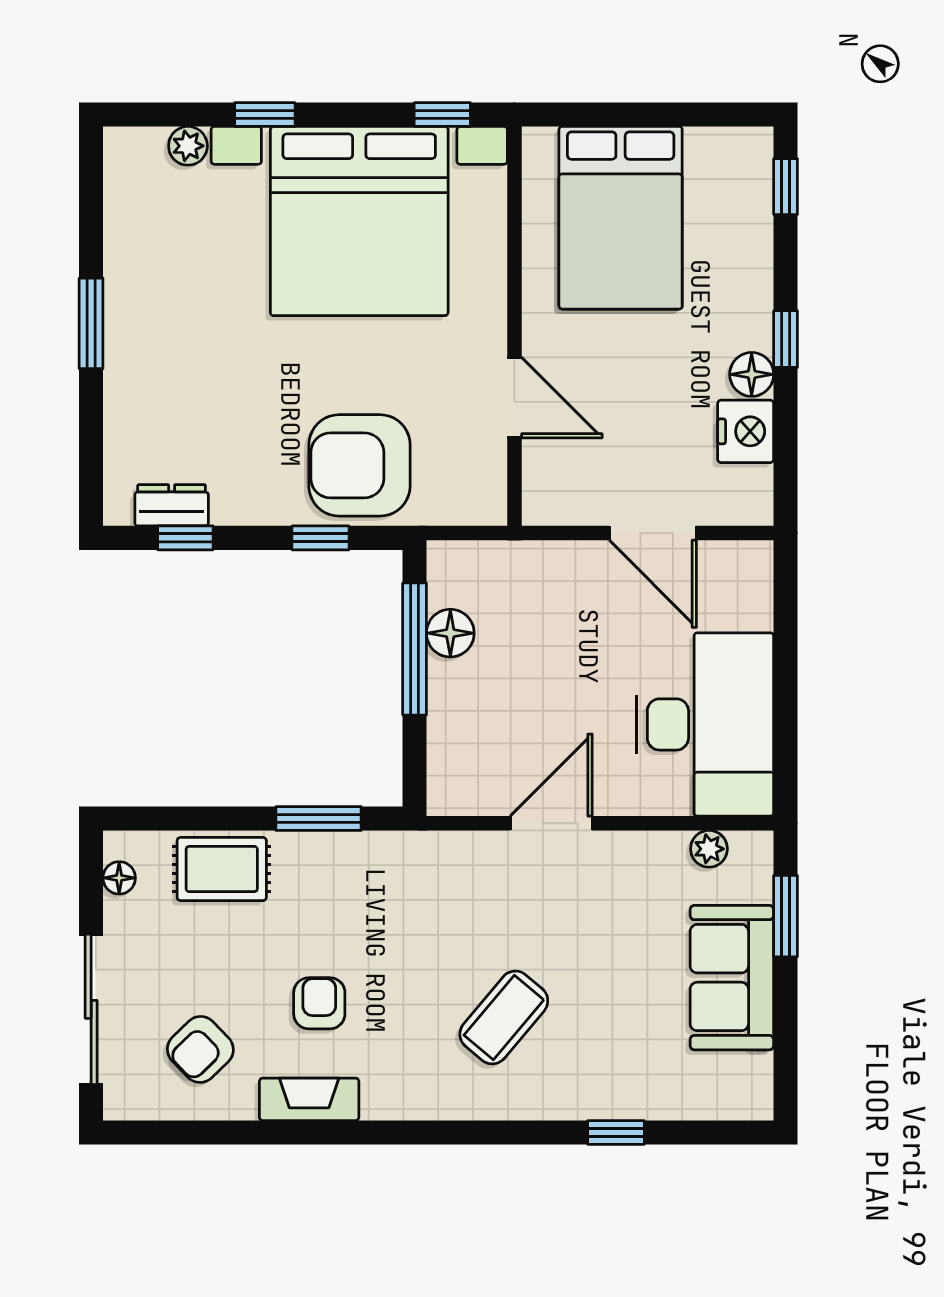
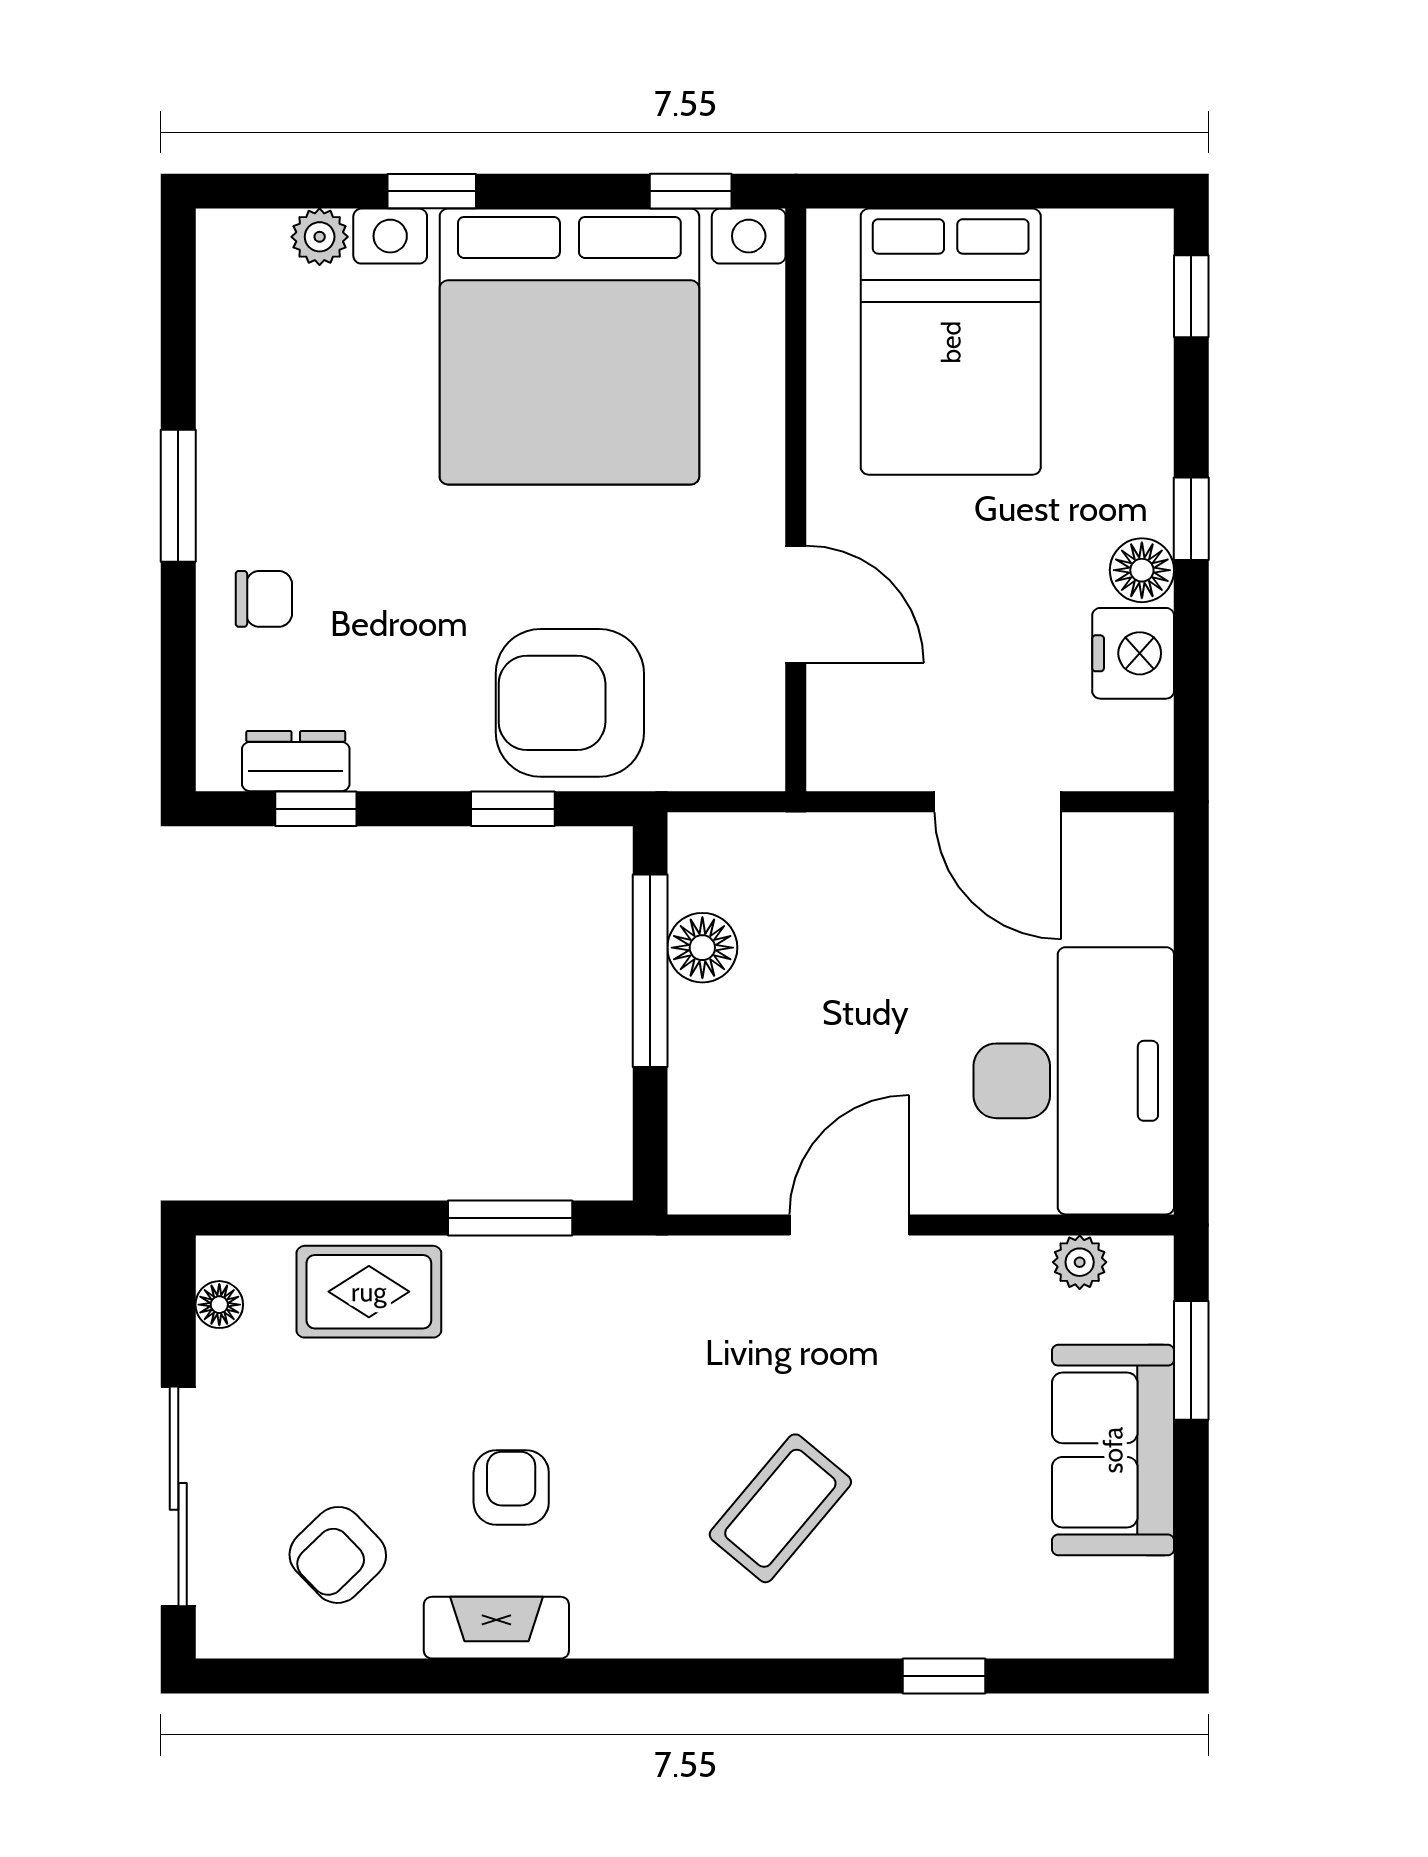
chair: (150, 394) -> (264, 599), added

